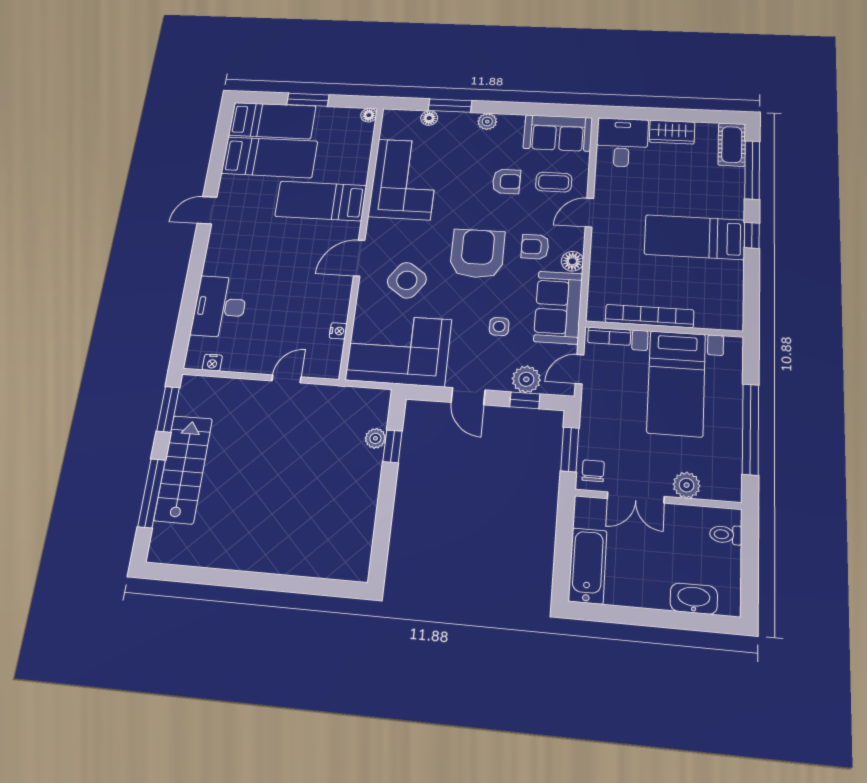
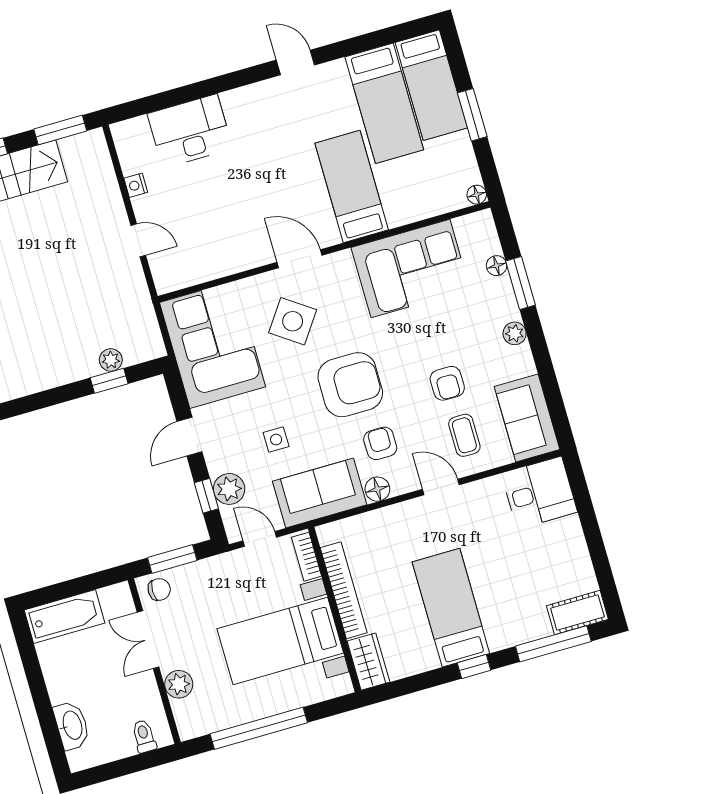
wardrobe: (672, 132) -> (368, 662), moved, turned 180
nightstand: (338, 331) -> (210, 272), removed
nightstand: (212, 363) -> (136, 185), moved

